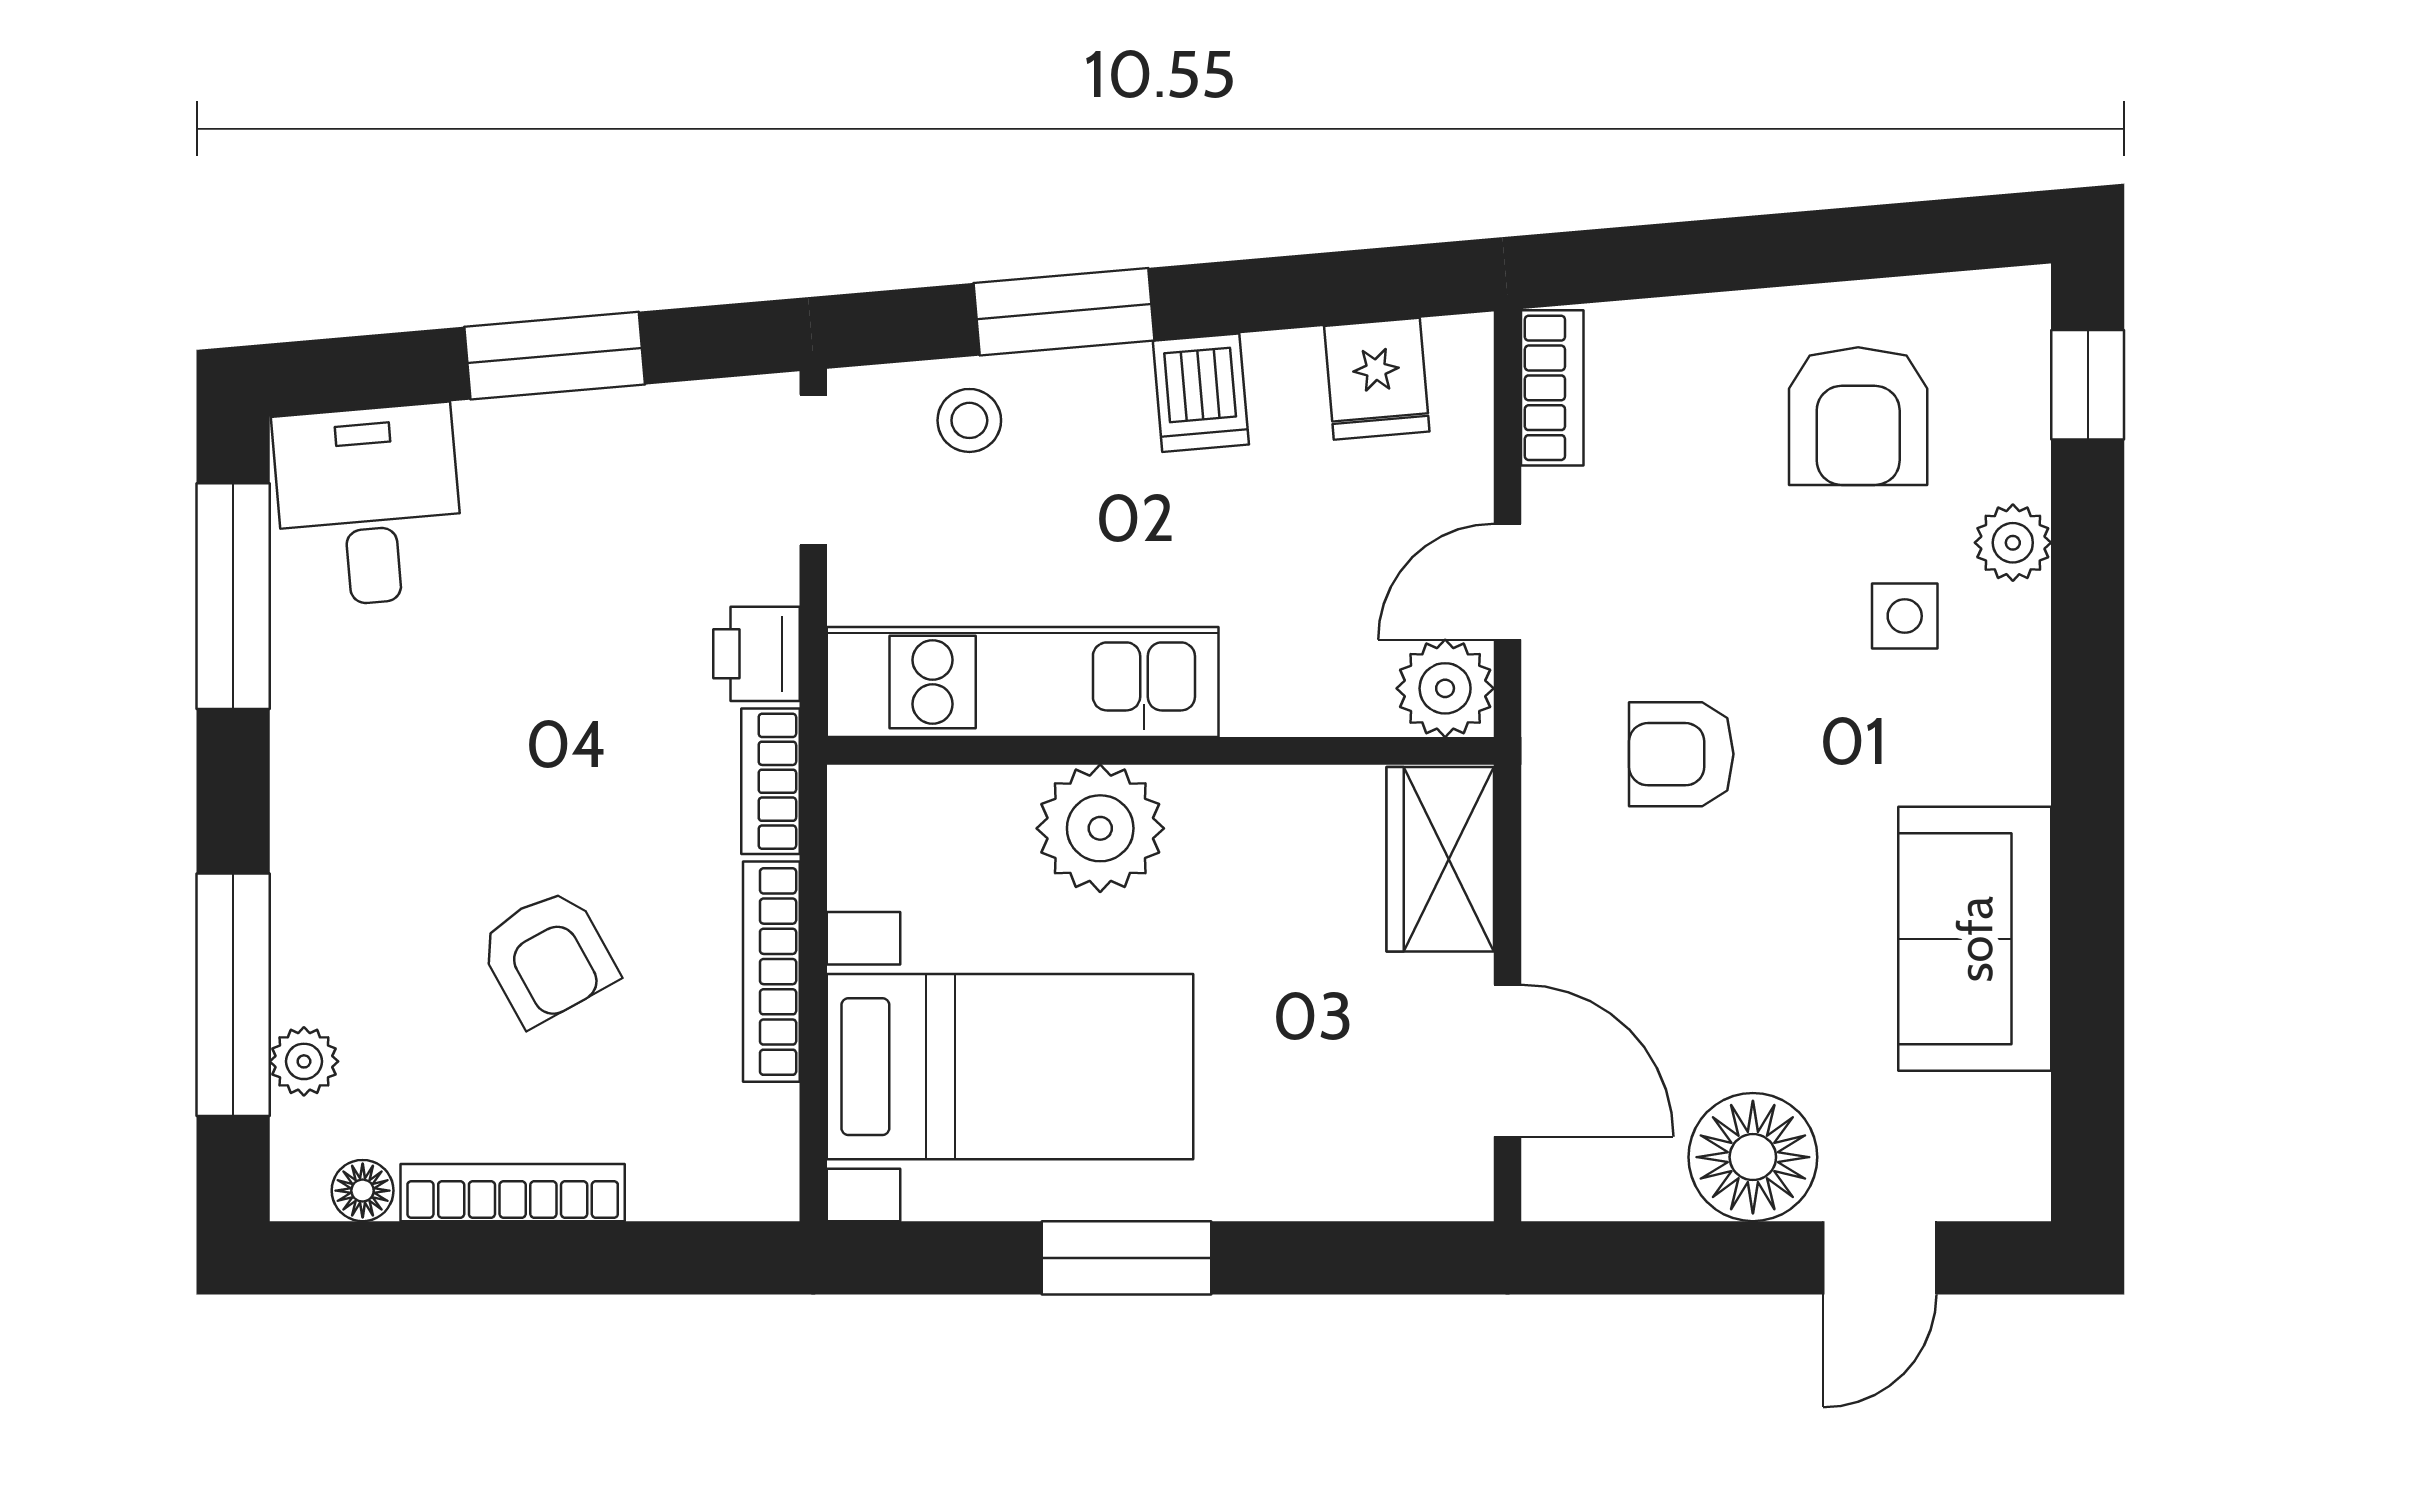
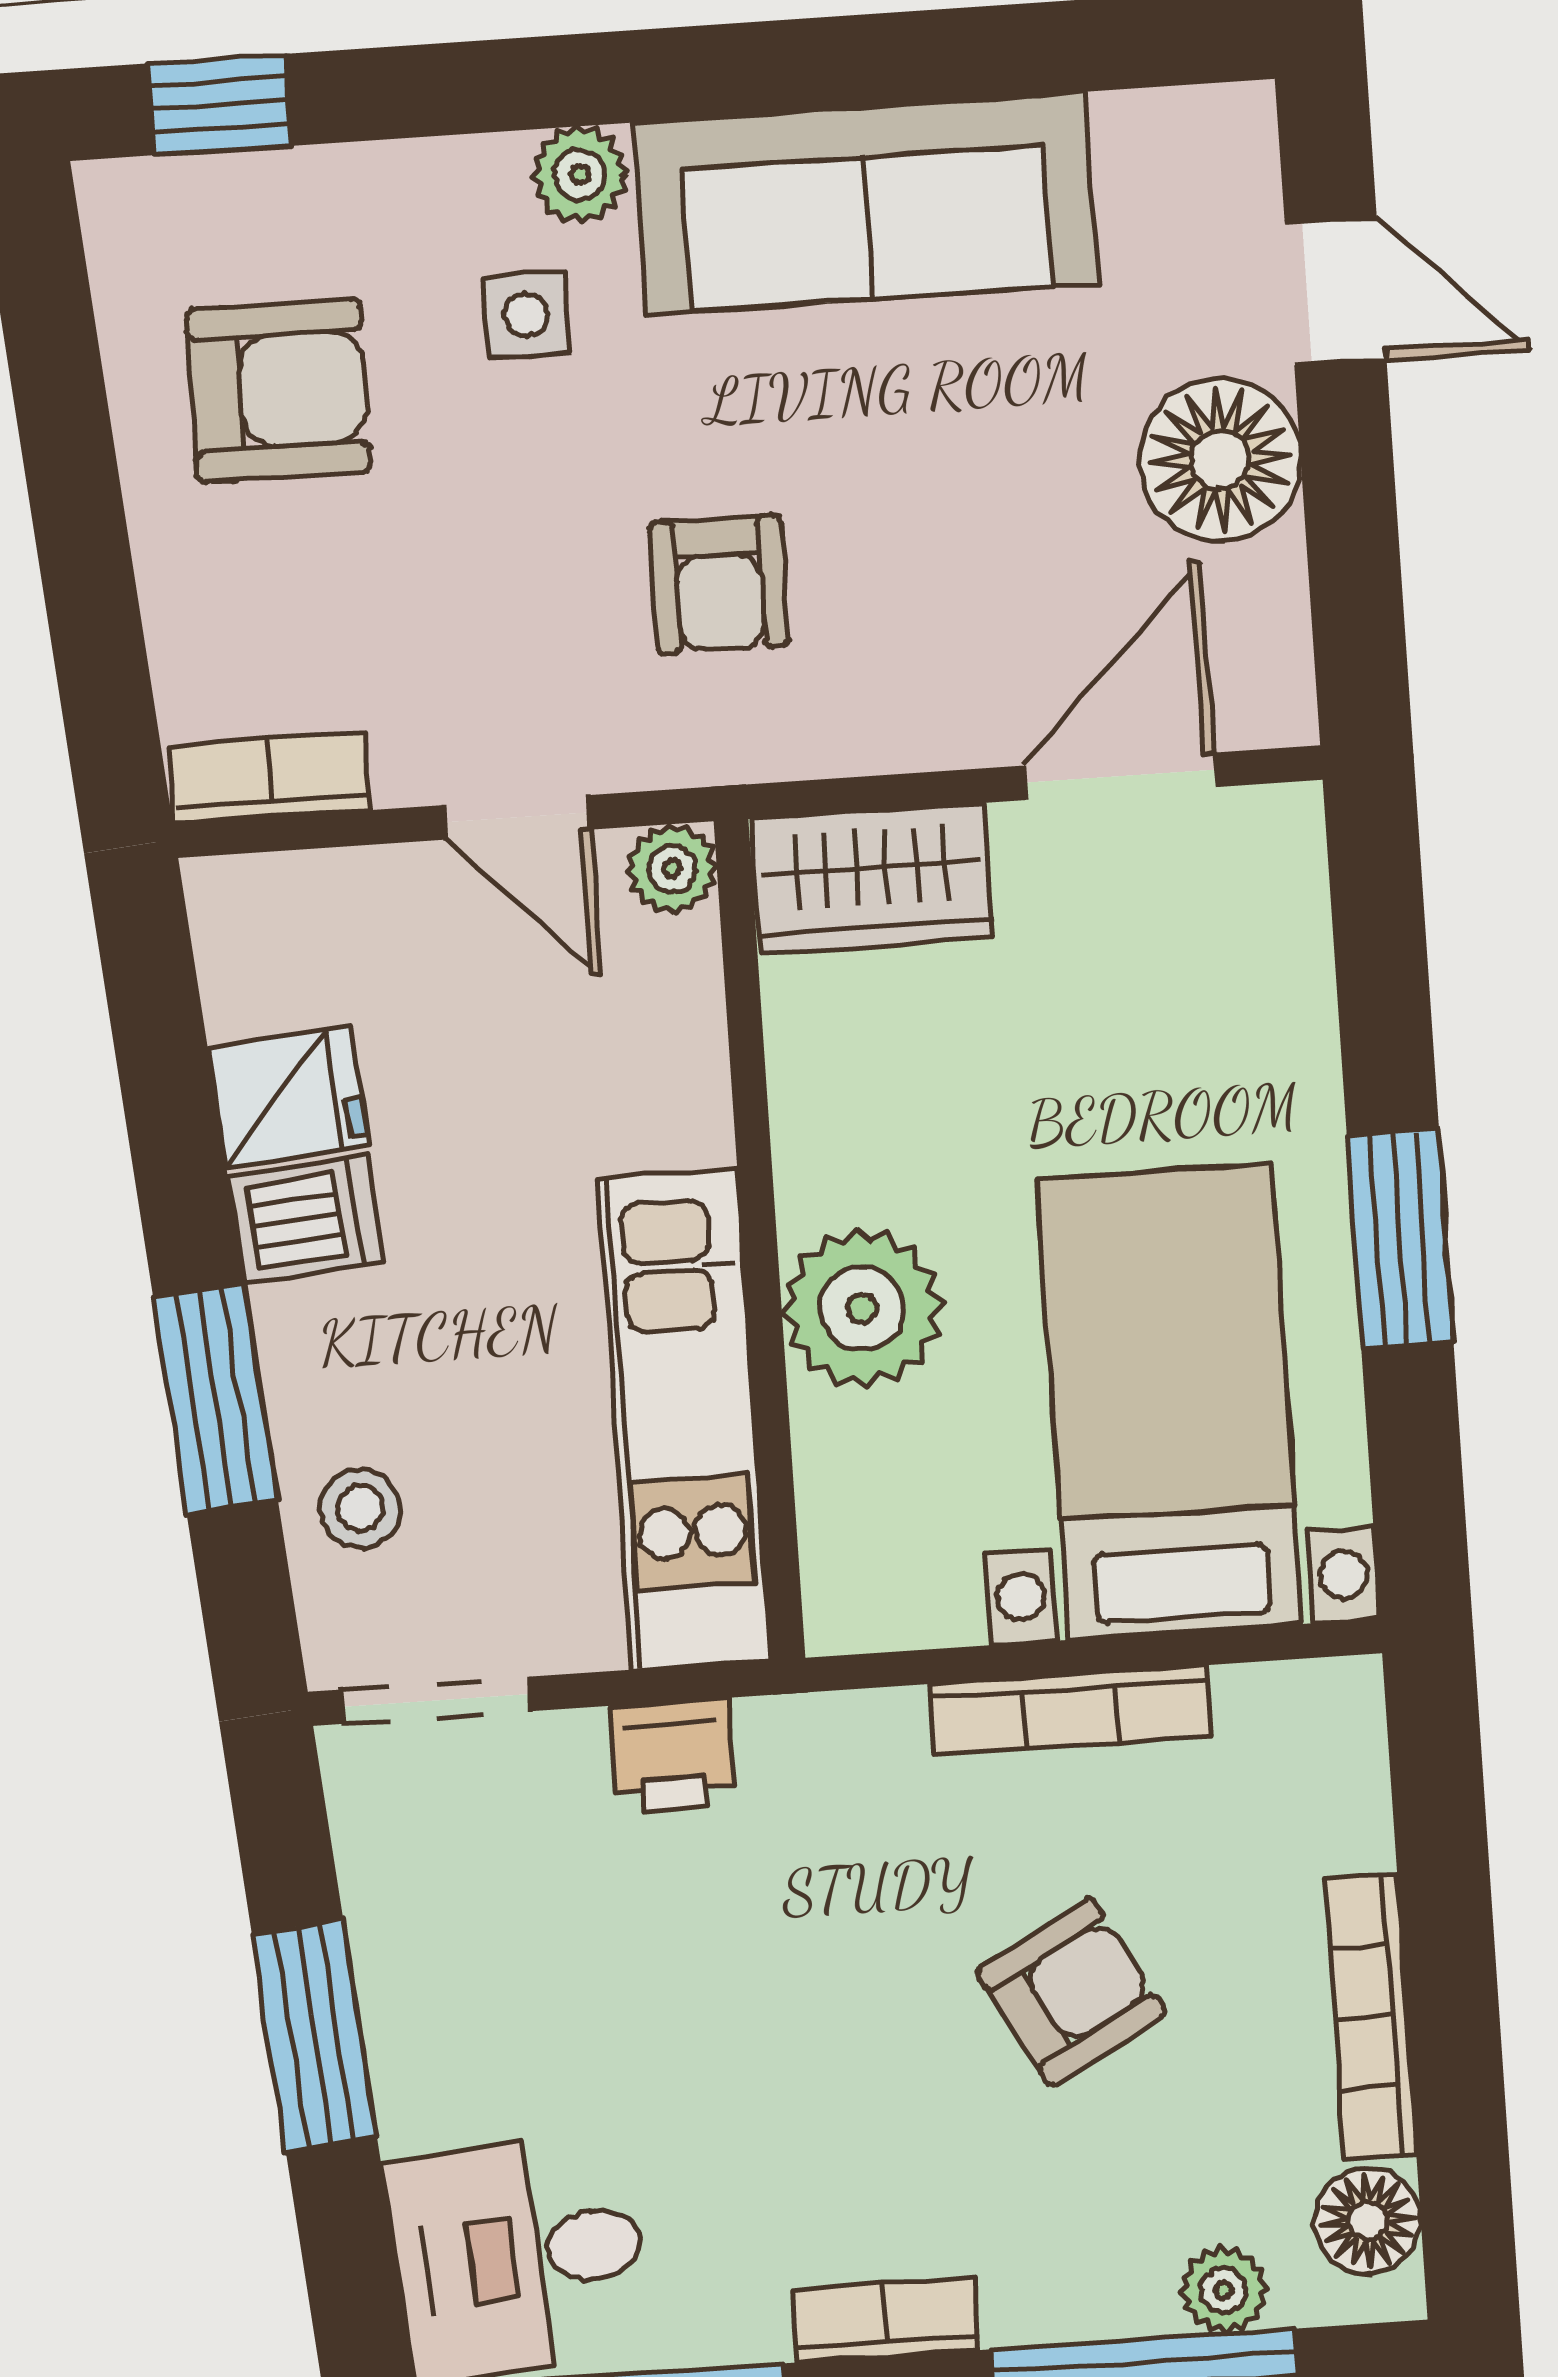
fridge: (1377, 379) -> (288, 1096), moved
plant: (2013, 543) -> (580, 175), moved
plant: (1445, 688) -> (672, 869), width x0.73, depth x0.73
bookcase: (770, 781) -> (885, 2320), moved, turned 180
sofa: (1975, 939) -> (866, 203), width x1.36
floor lamp: (363, 1191) -> (1368, 2221), width x1.37, depth x1.37

